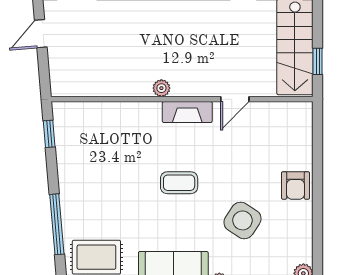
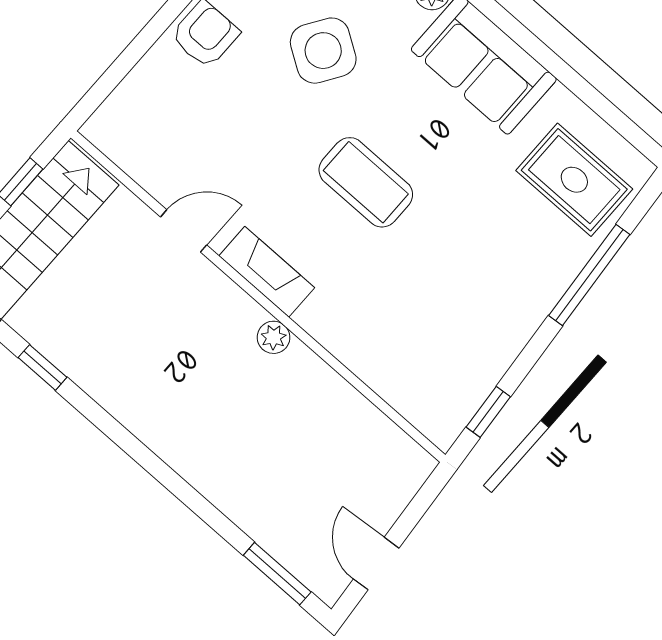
door: (41, 34) -> (376, 564), swing flipped
coffee table: (179, 183) -> (366, 182), width x1.36, depth x1.30

